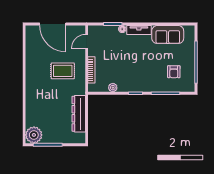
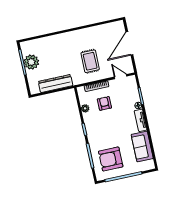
armchair: (112, 65) -> (104, 103), added
armchair: (174, 72) -> (111, 159), width x1.88, depth x1.88
plant: (34, 135) -> (31, 62), moved

